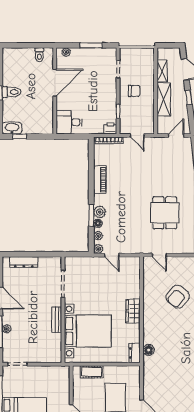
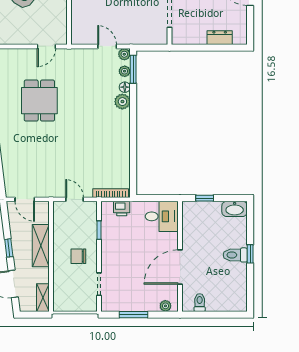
shelving: (162, 71) -> (43, 298), moved
printer: (110, 128) -> (122, 208), moved
door: (176, 135) -> (25, 199), hinge flipped
window: (19, 136) -> (205, 198), moved
piano: (100, 180) -> (122, 143), removed
window: (91, 215) -> (133, 69), moved
door: (159, 255) -> (46, 46), swing flipped
dresser: (24, 262) -> (220, 38), width x0.70

